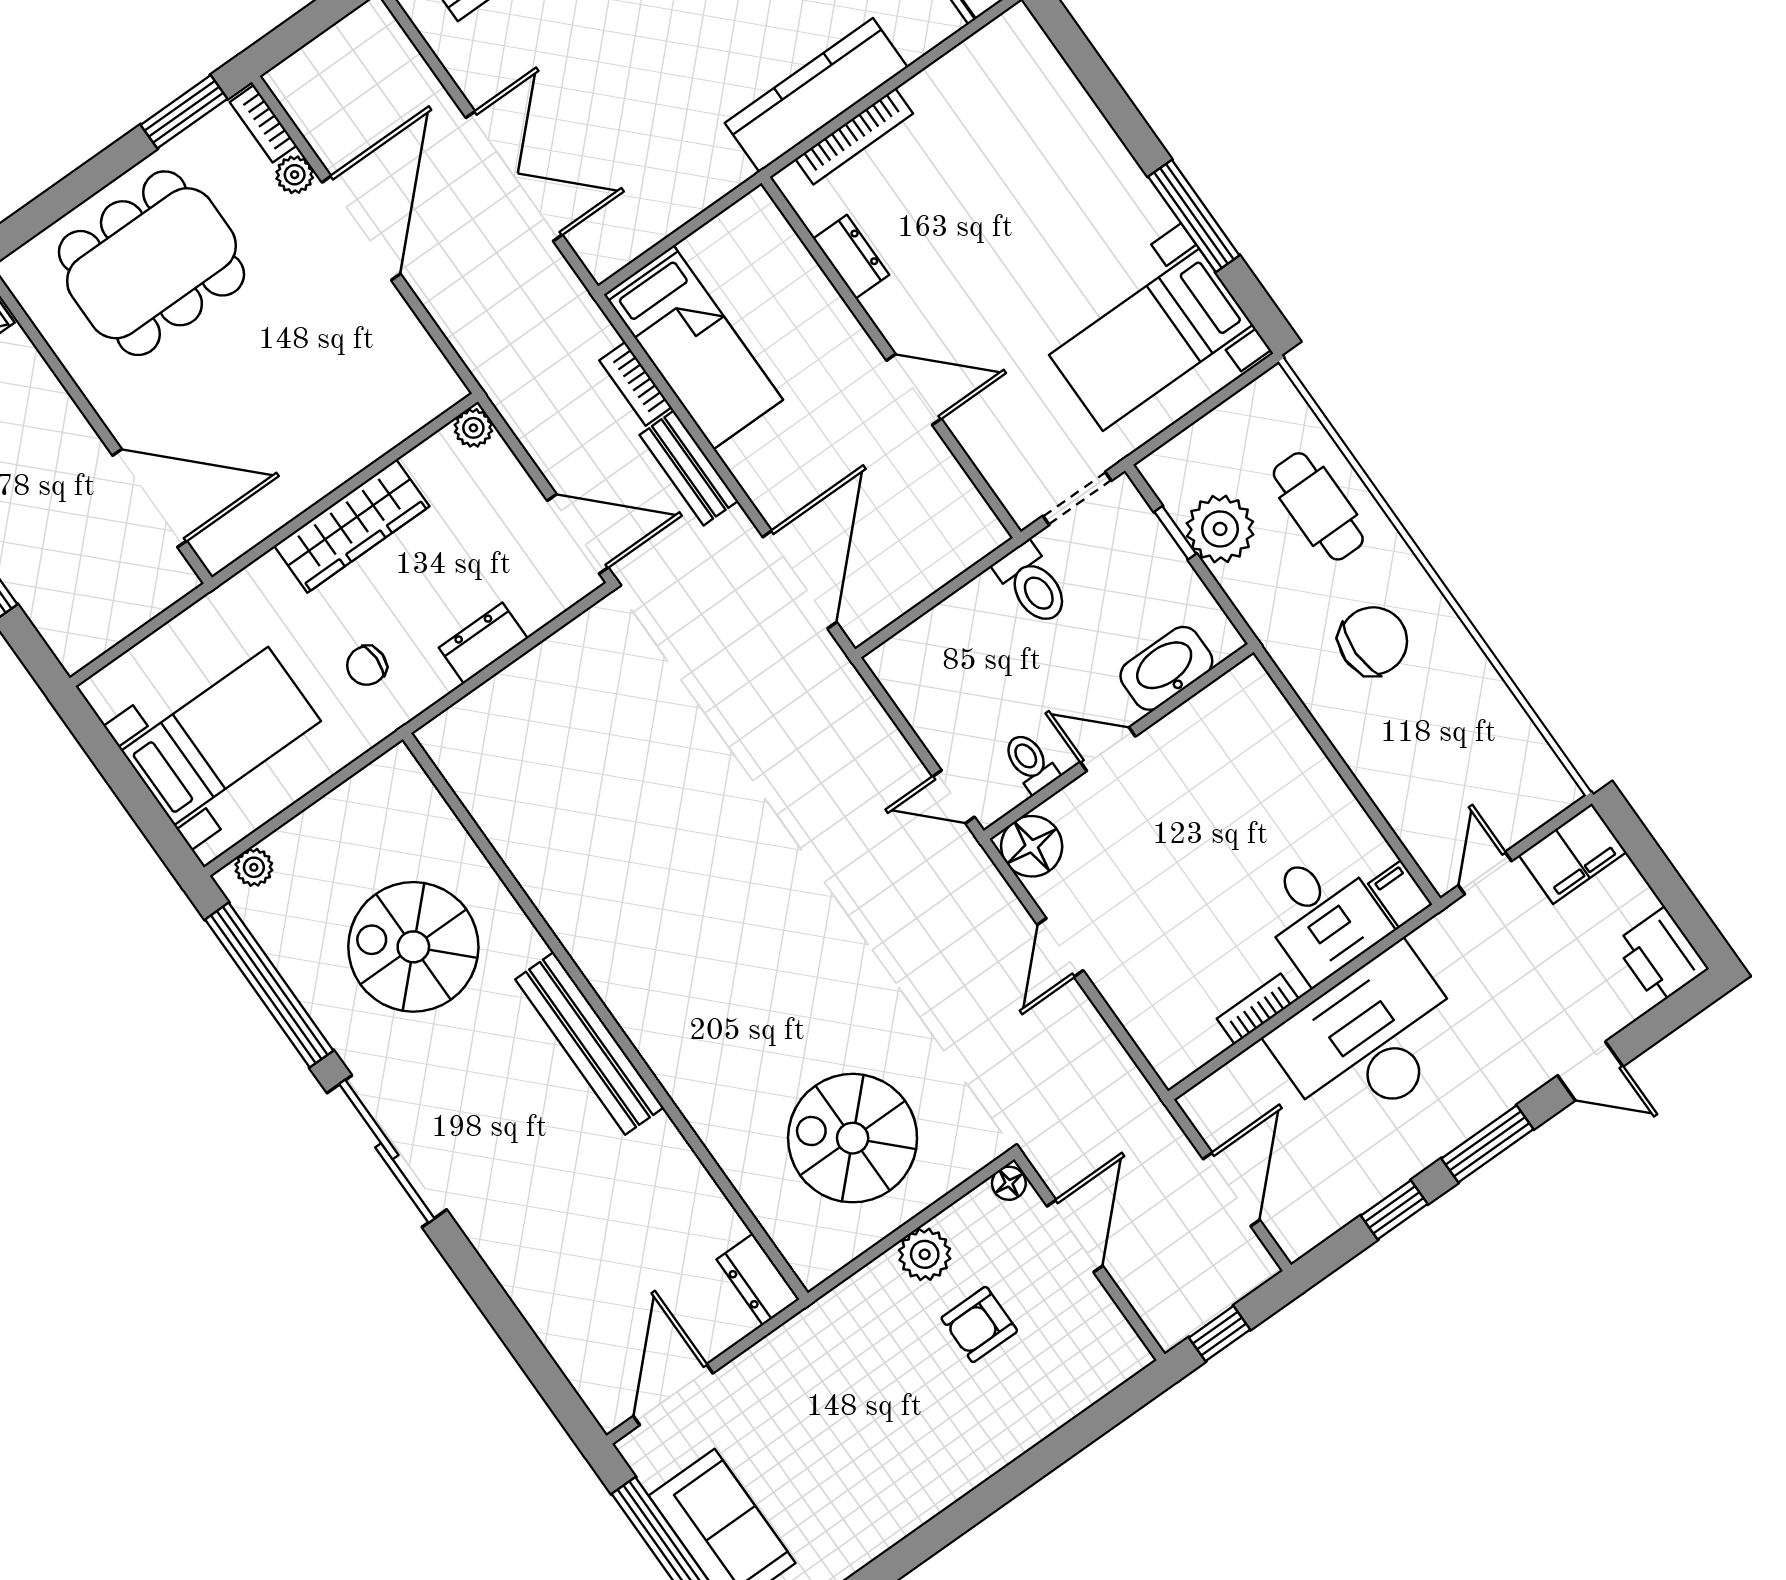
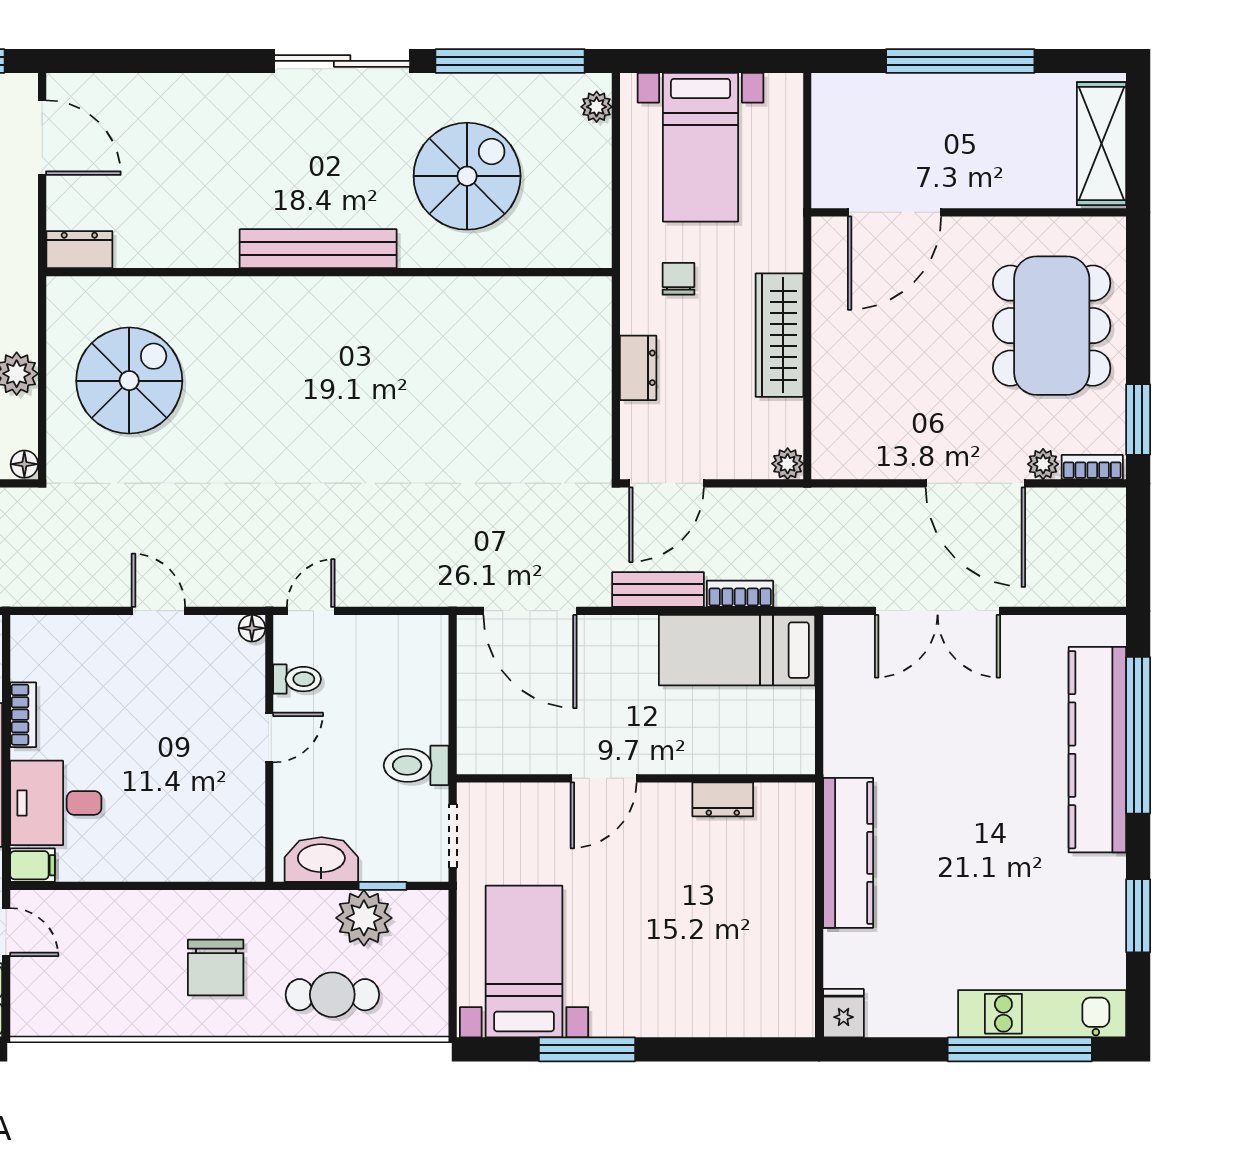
bookcase: (854, 136) -> (802, 859), removed
washbasin: (1166, 668) -> (321, 859), moved, turned -90
floor lamp: (1032, 846) -> (252, 628), width x0.53, depth x0.53

